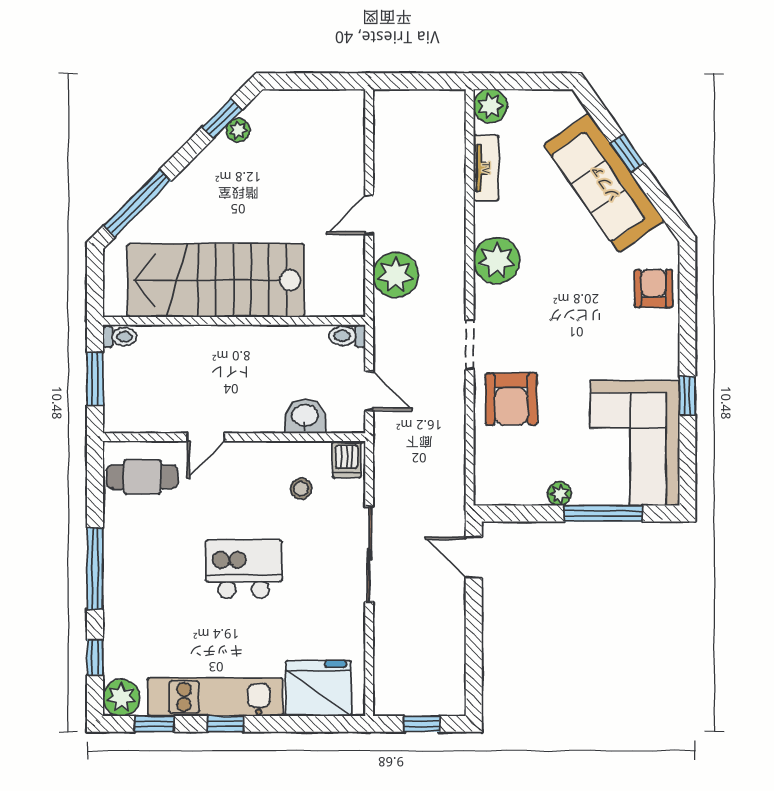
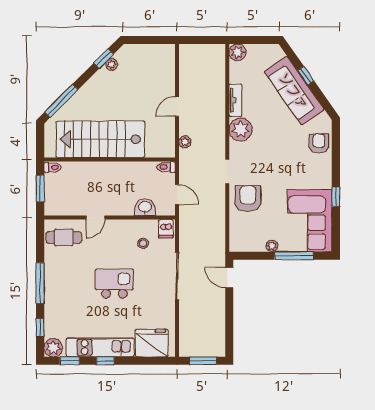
tv unit: (486, 168) -> (235, 100), moved
plant: (396, 275) -> (185, 142), width x0.53, depth x0.53
armchair: (511, 399) -> (248, 199), turned 180
window: (422, 724) -> (203, 361), width x1.50

